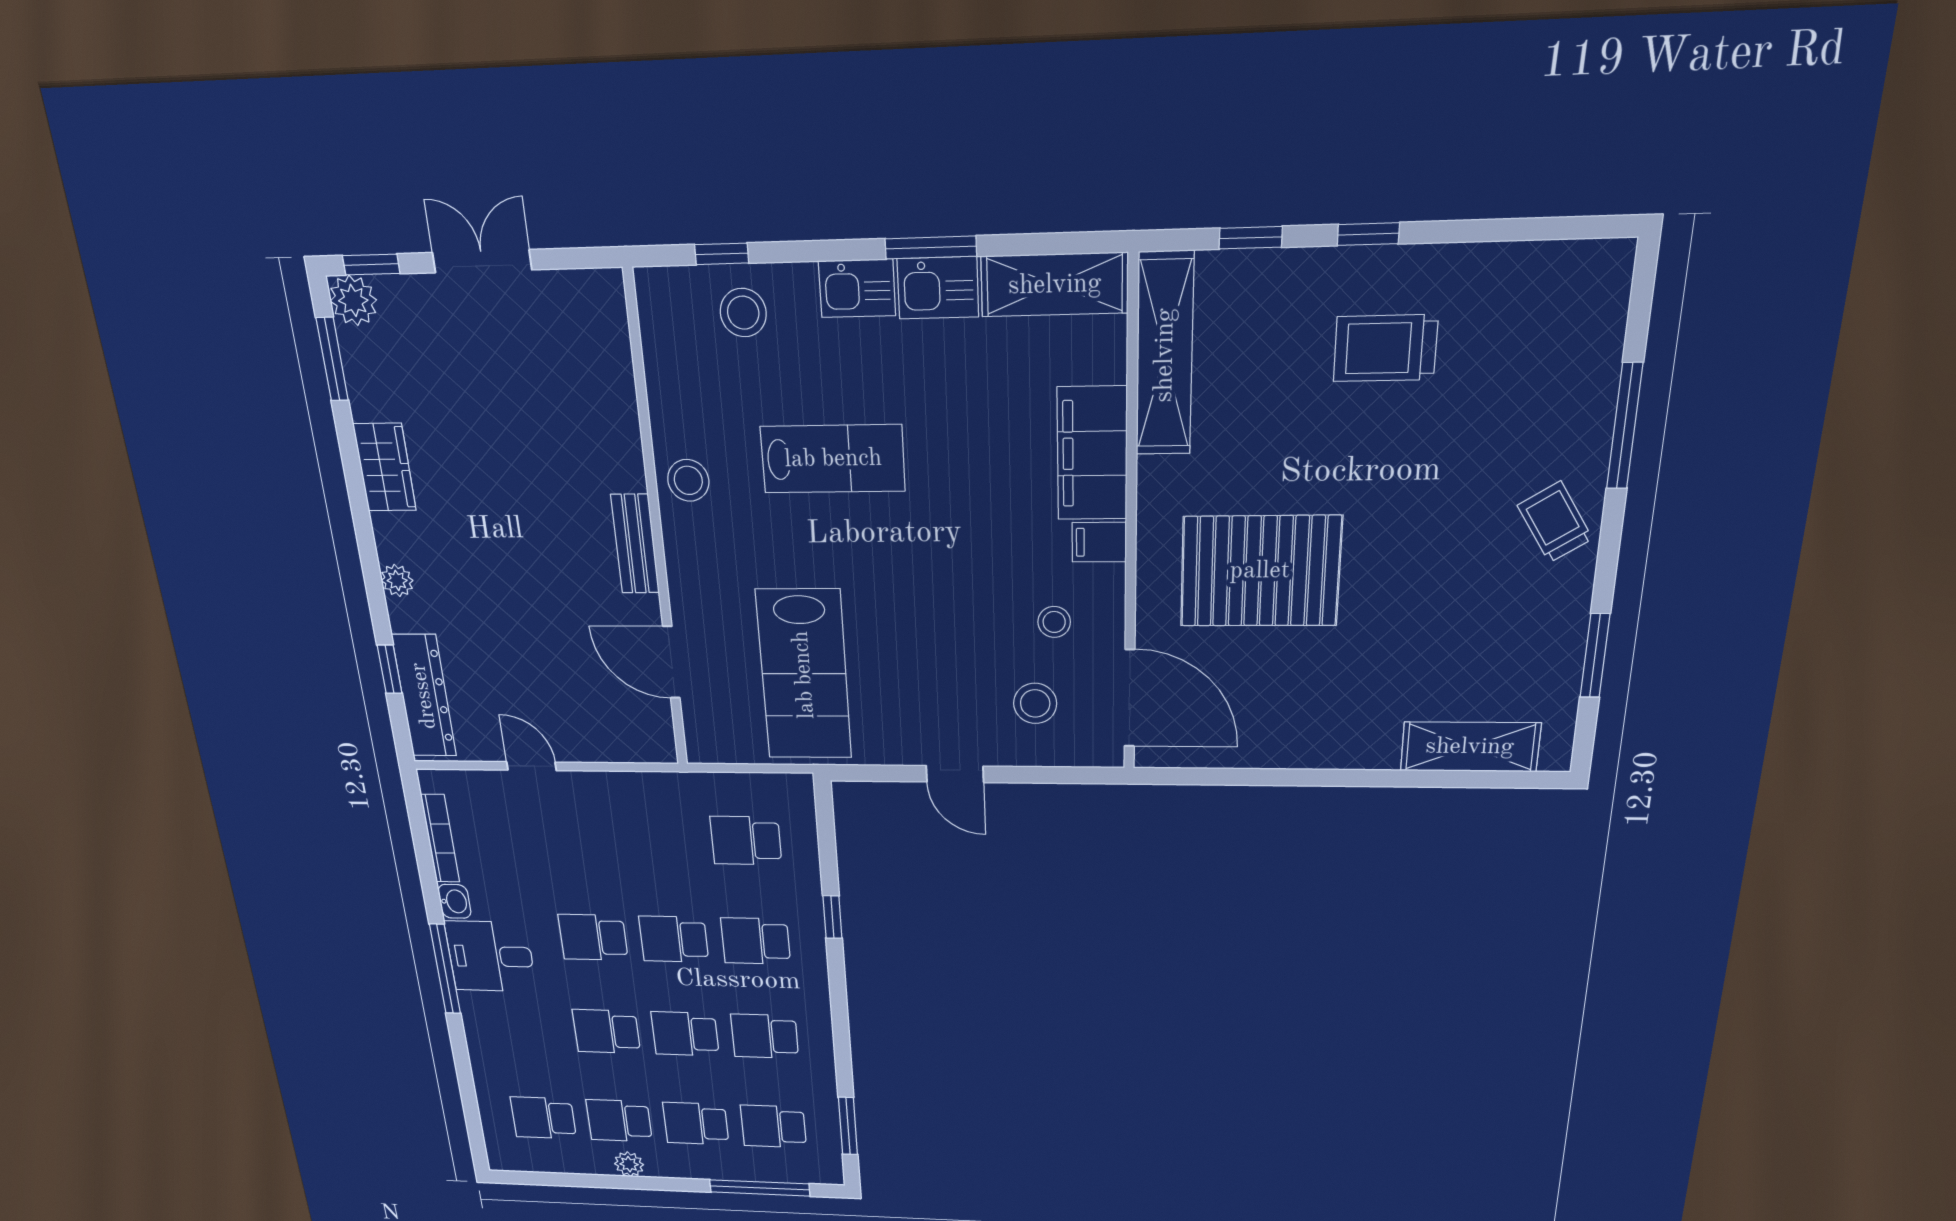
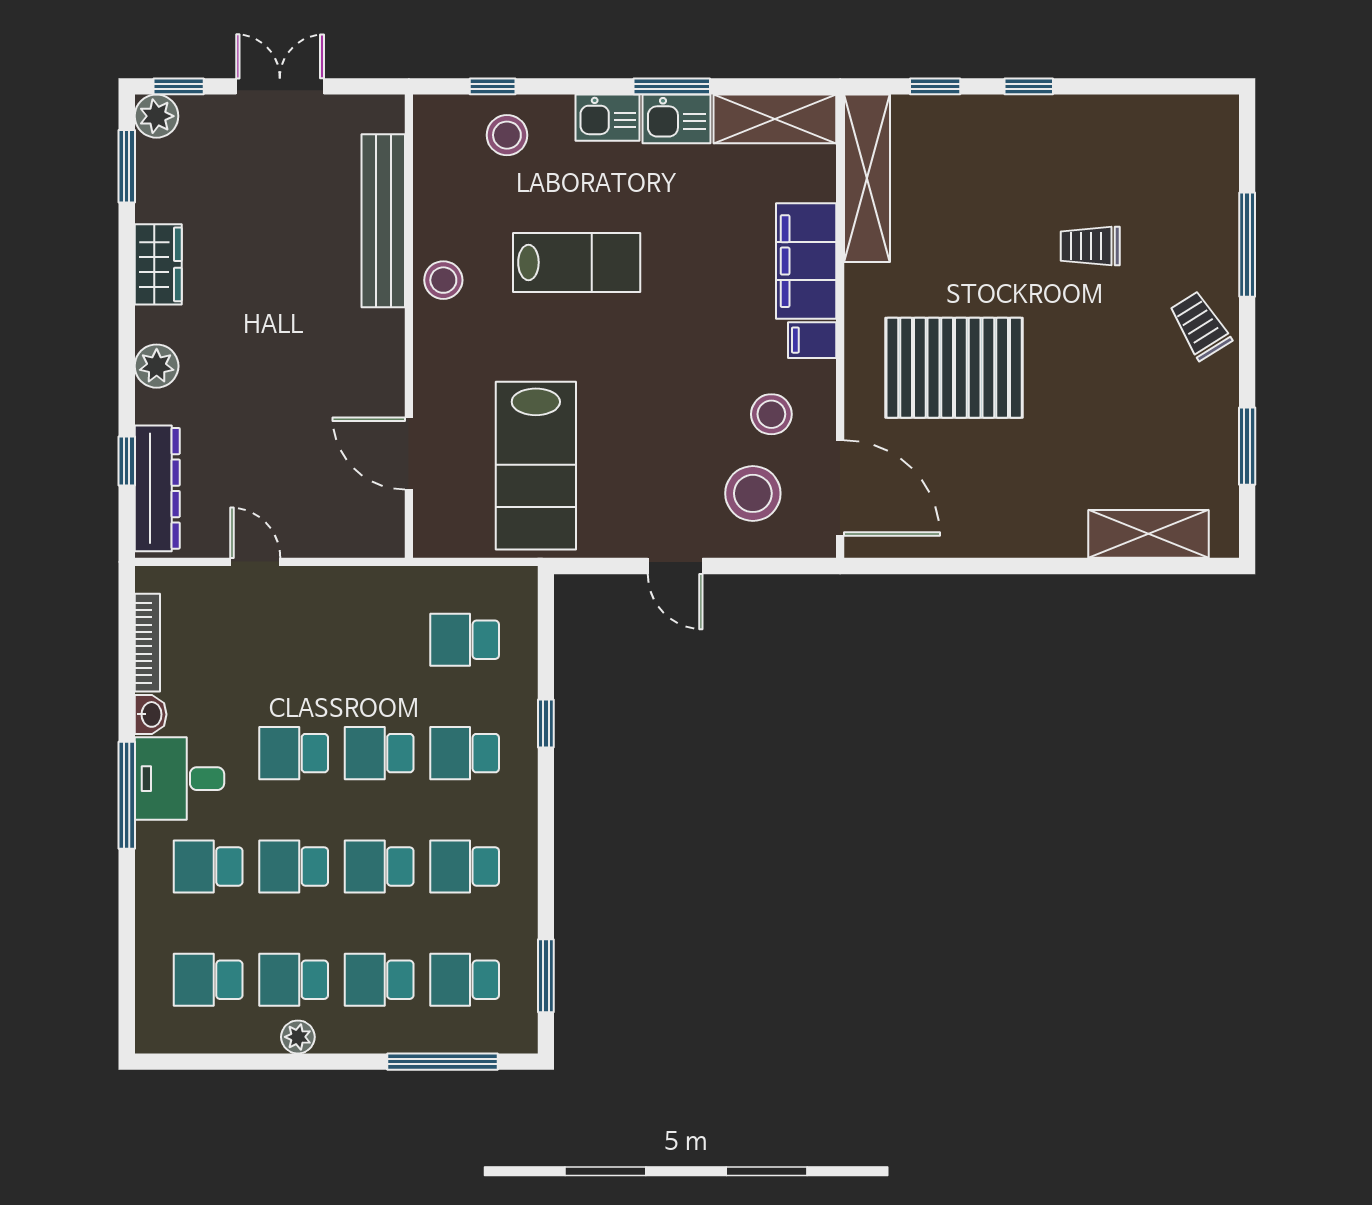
trolley: (1385, 348) -> (1090, 246), moved, width x0.73, depth x0.72
bench: (635, 544) -> (383, 221), moved, width x1.86, depth x1.21
plant: (397, 580) -> (157, 366), width x1.38, depth x1.38
stool: (1054, 622) -> (771, 414), width x1.37, depth x1.37
stool: (1035, 703) -> (753, 493), width x1.38, depth x1.38
school desk: (529, 1029) -> (208, 866), added

